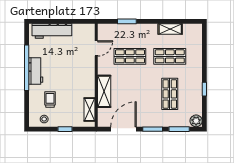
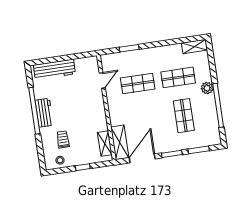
shelving: (170, 29) -> (195, 46), moved
window: (204, 89) -> (218, 105), width x3.17
shelving: (104, 91) -> (120, 142), moved
plant: (196, 121) -> (207, 88), moved

